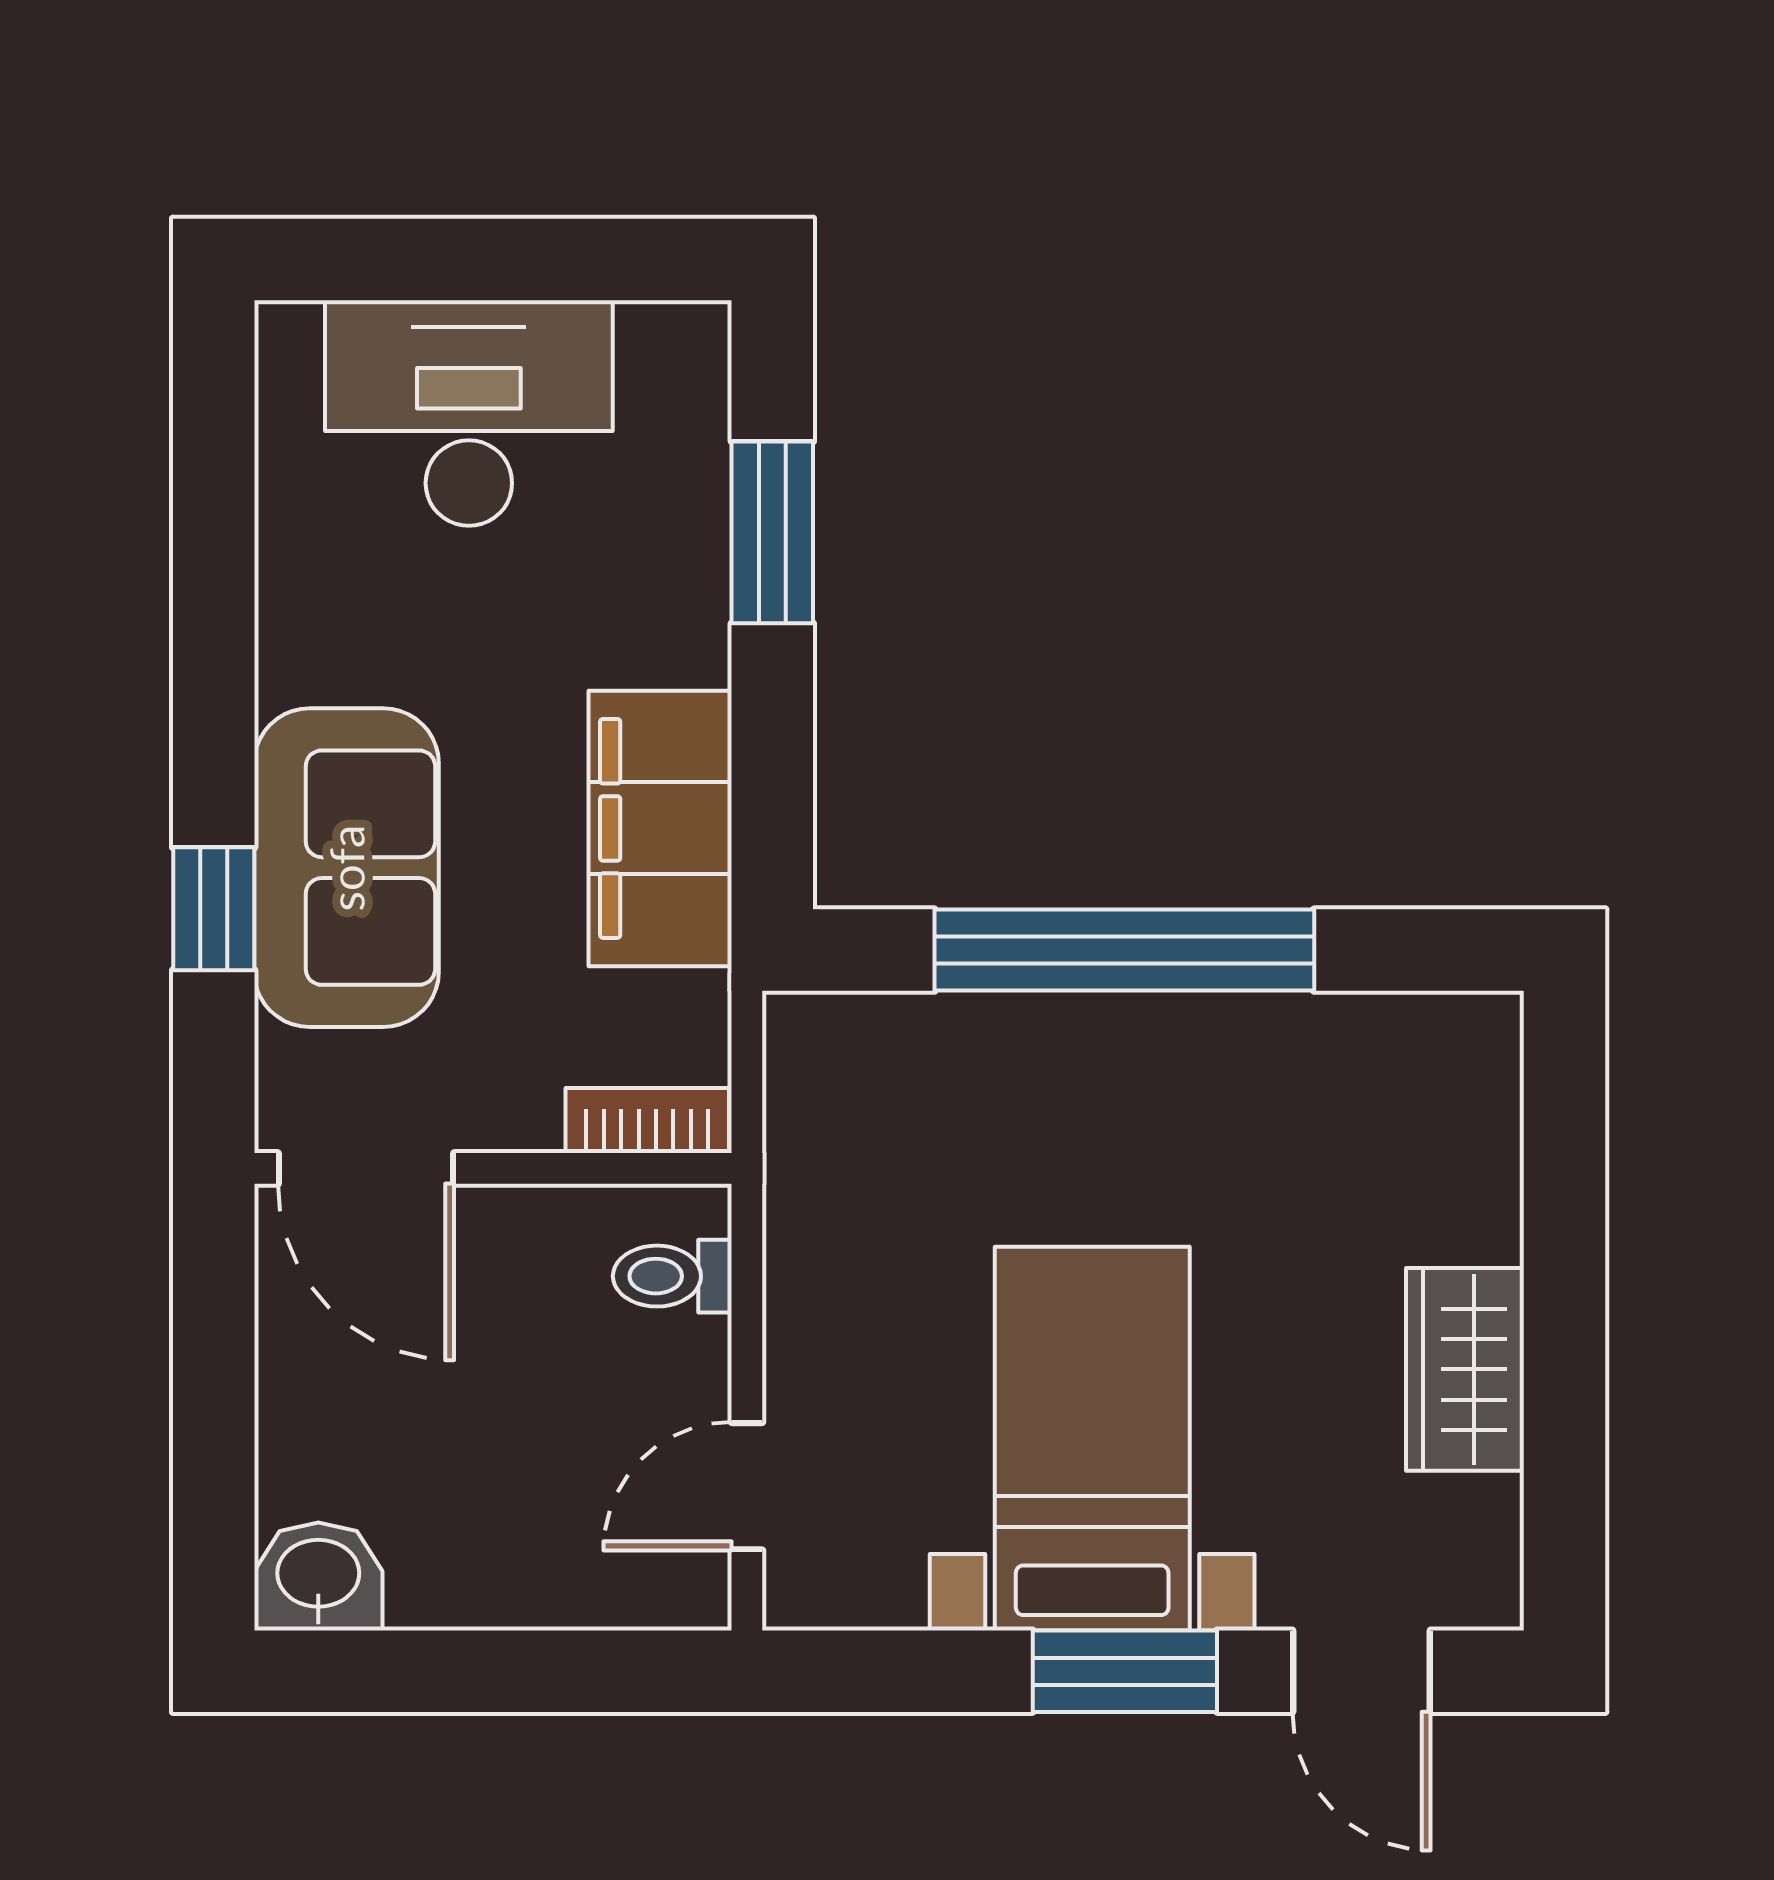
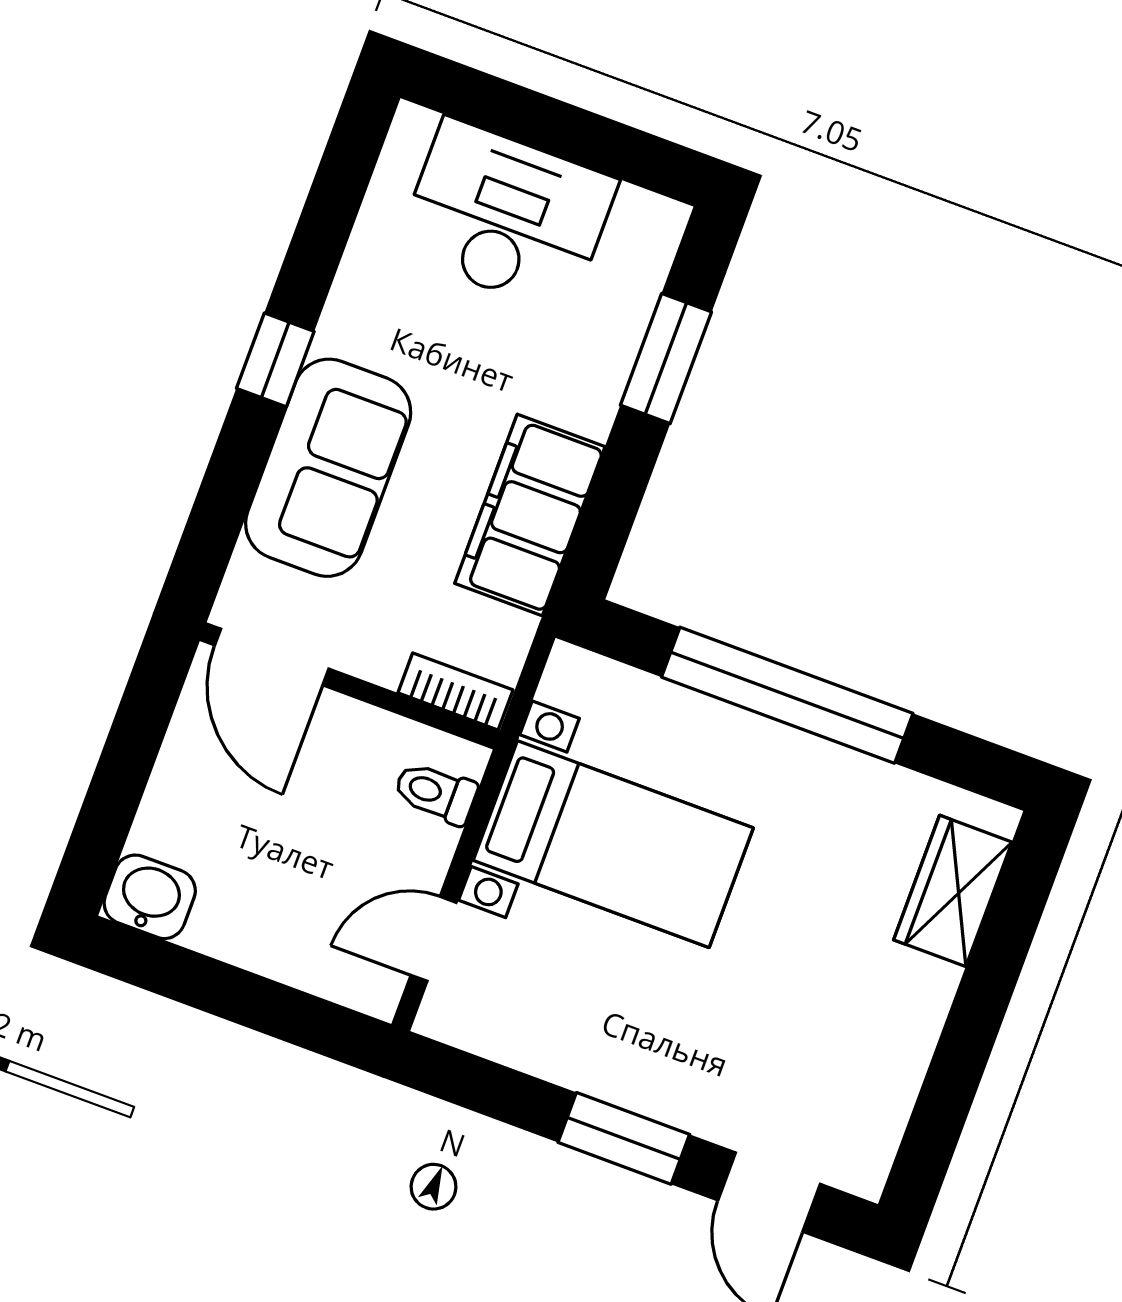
window: (214, 909) -> (275, 360), moved
wardrobe: (1465, 1369) -> (953, 891), moved
bed with nightstands: (1092, 1439) -> (613, 844), moved, turned 90

